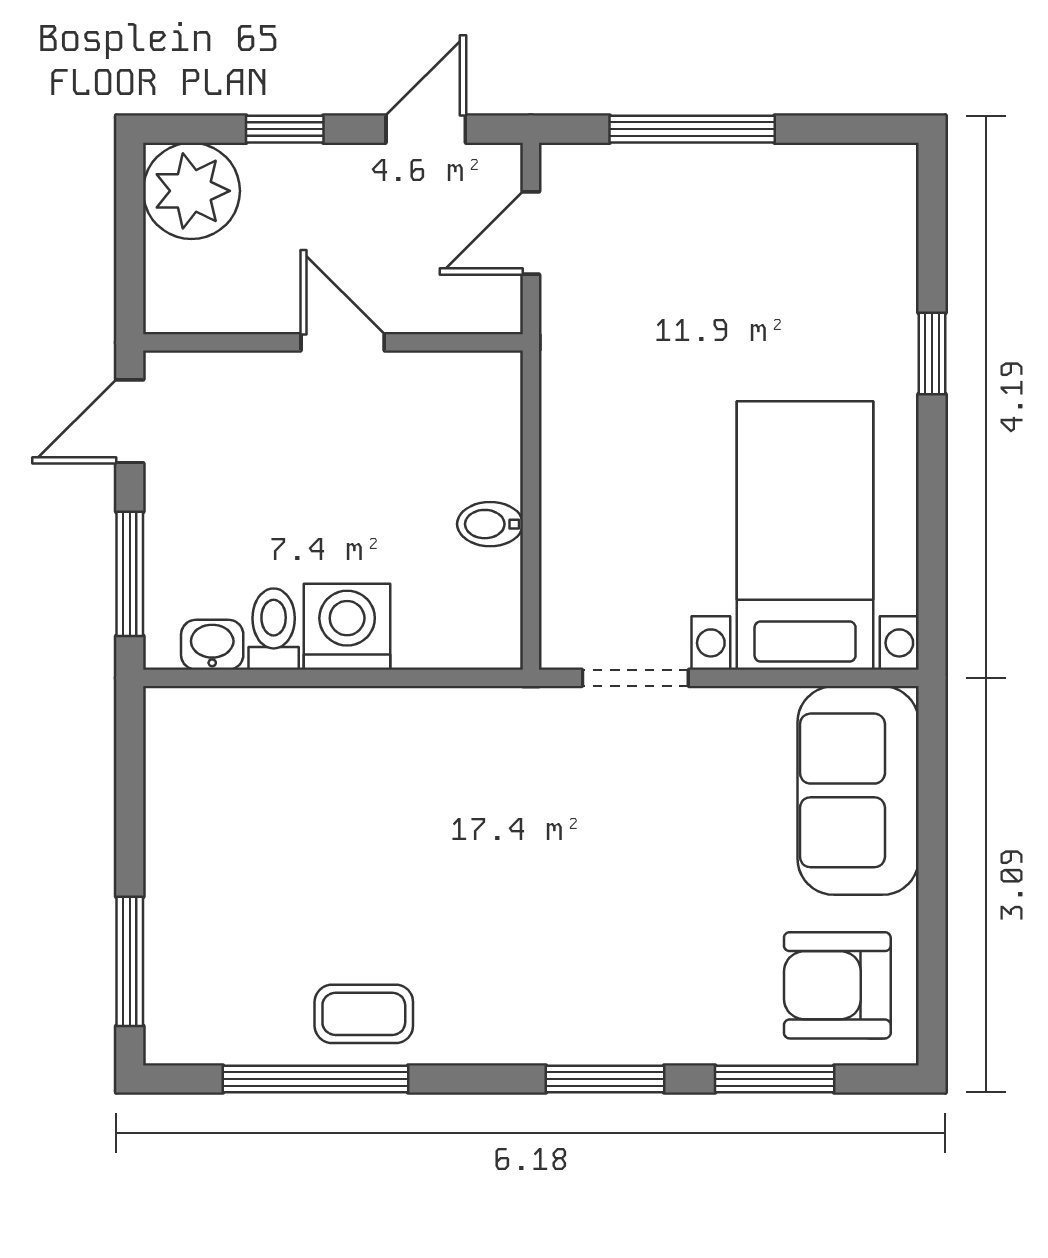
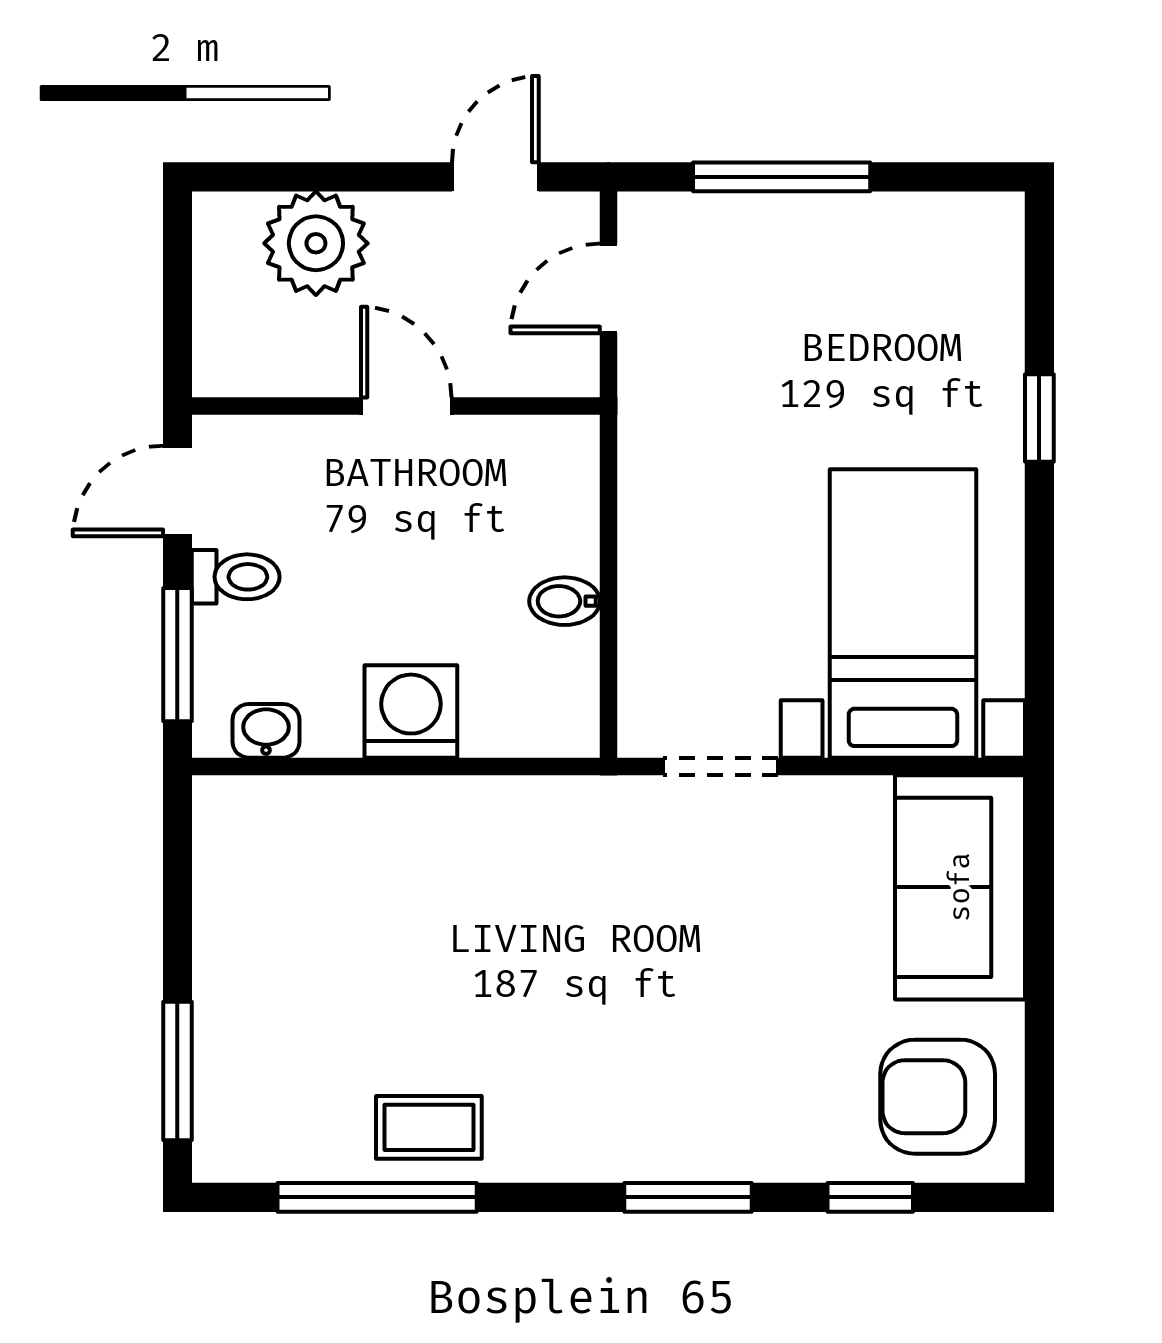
window: (285, 129) -> (344, 177), removed
plant: (191, 191) -> (316, 243), moved
toilet: (274, 629) -> (236, 577), moved, turned 90
window: (775, 1079) -> (870, 1197), width x0.67

